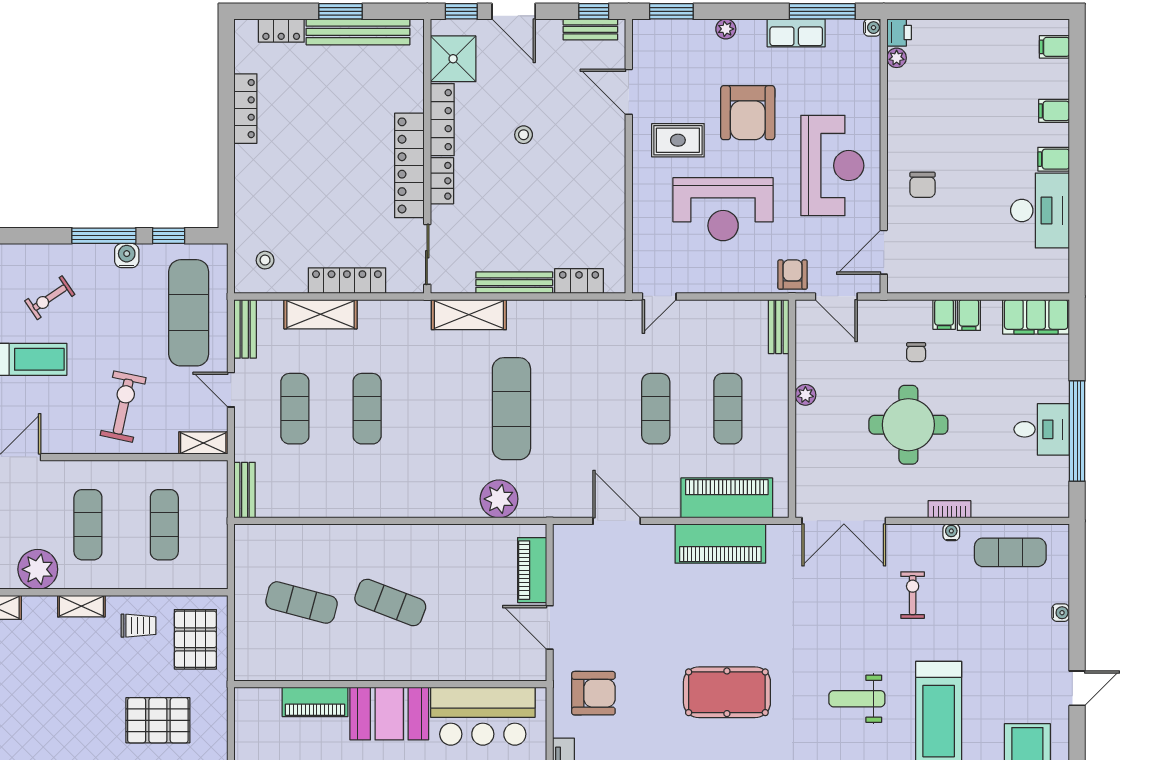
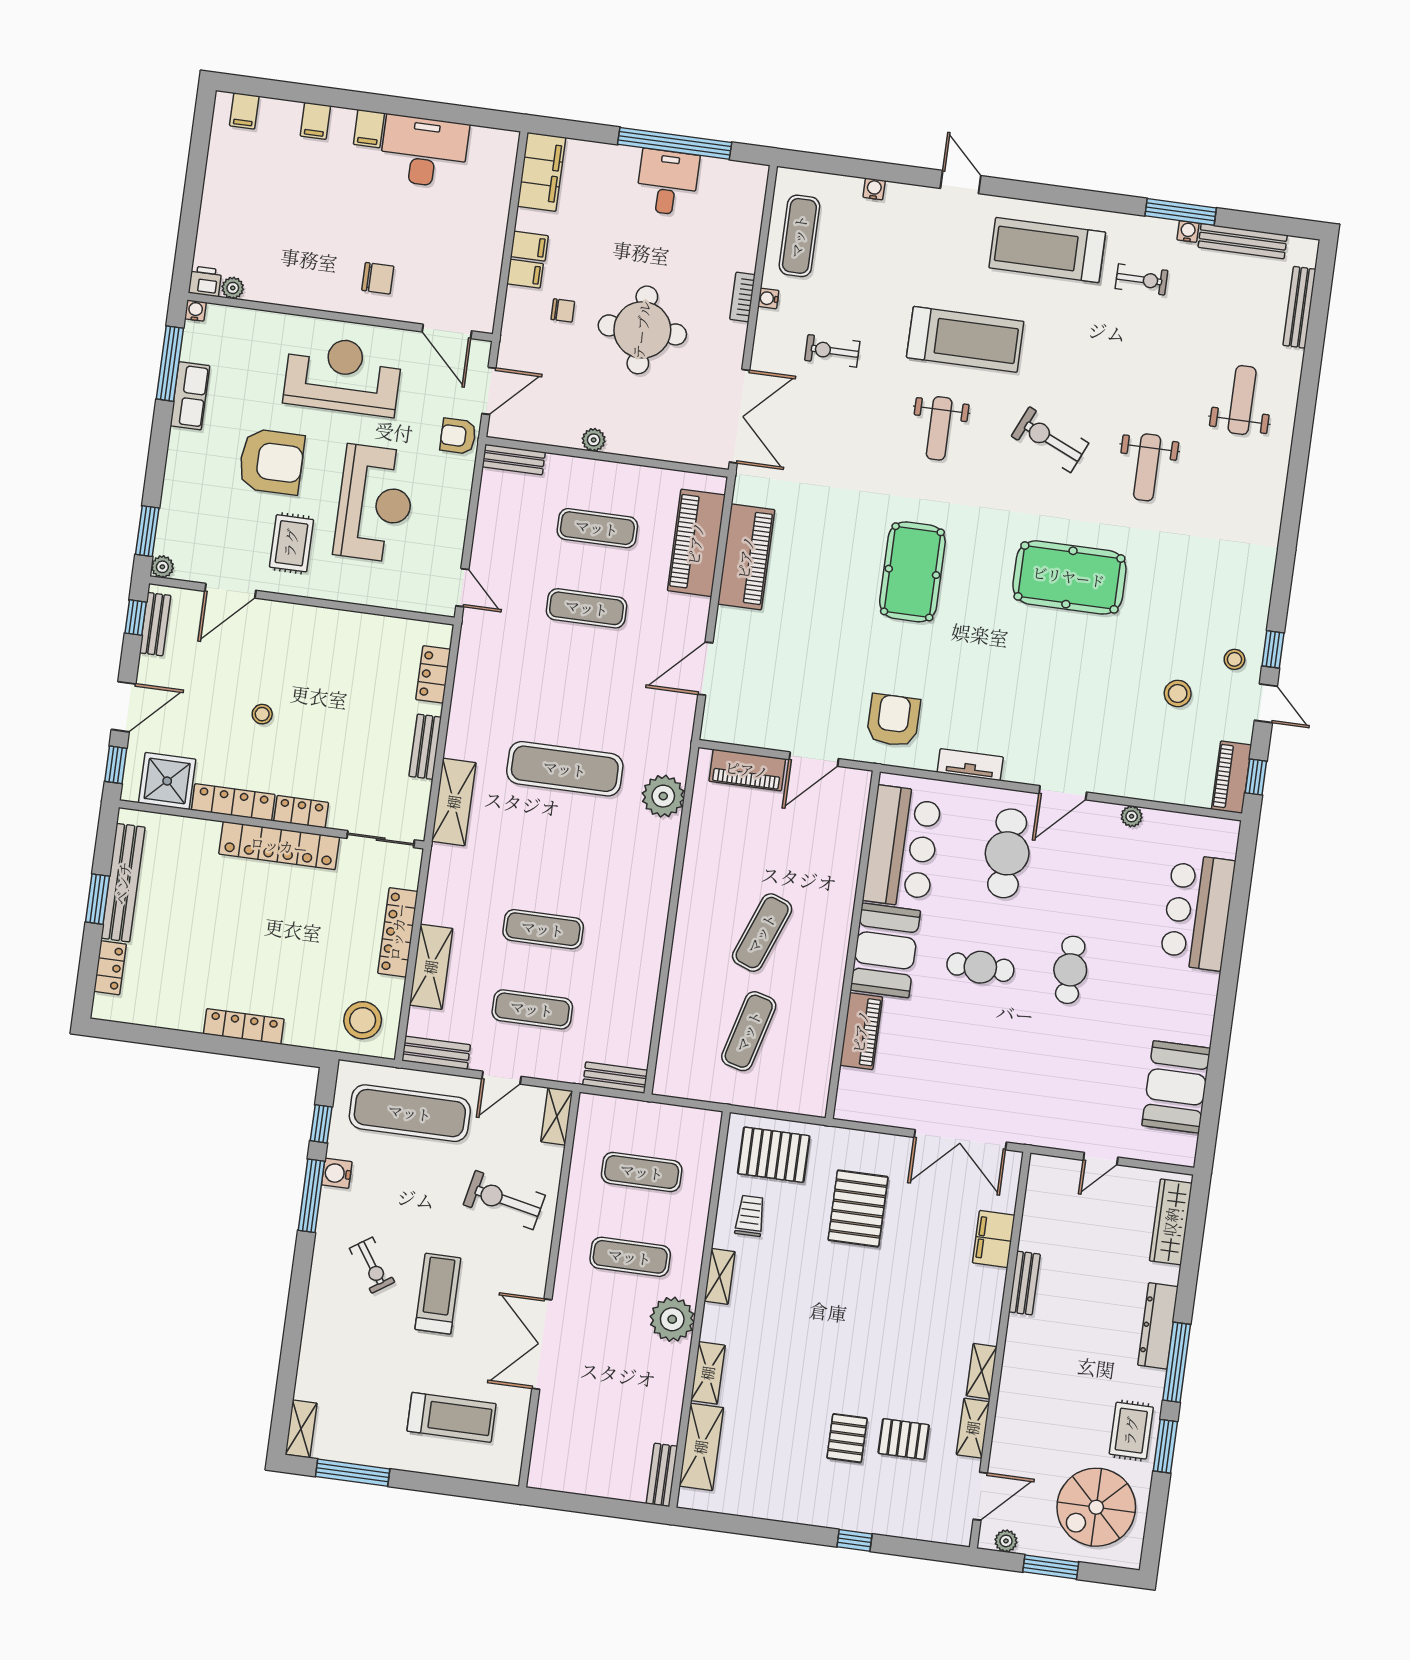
plant: (726, 29) -> (162, 567), moved
locker: (245, 109) -> (244, 1026), moved
stool: (265, 260) -> (363, 1020), width x1.89, depth x1.89
bench: (514, 283) -> (425, 747), width x0.73

